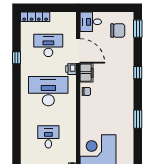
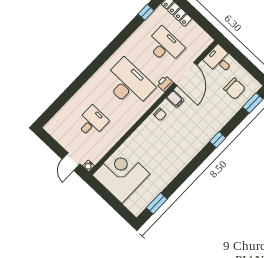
window: (16, 58) -> (146, 12), moved
filing cabinet: (87, 73) -> (175, 99), width x0.50
window: (138, 119) -> (157, 203), moved

